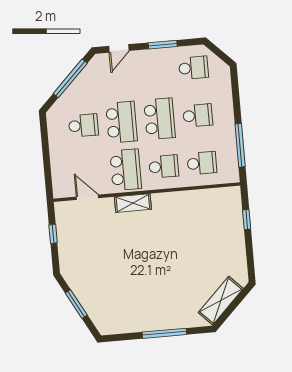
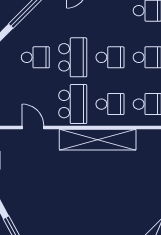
school desk: (160, 119) -> (110, 57), width x0.54
shelving: (133, 203) -> (98, 140), width x2.20, depth x1.33

